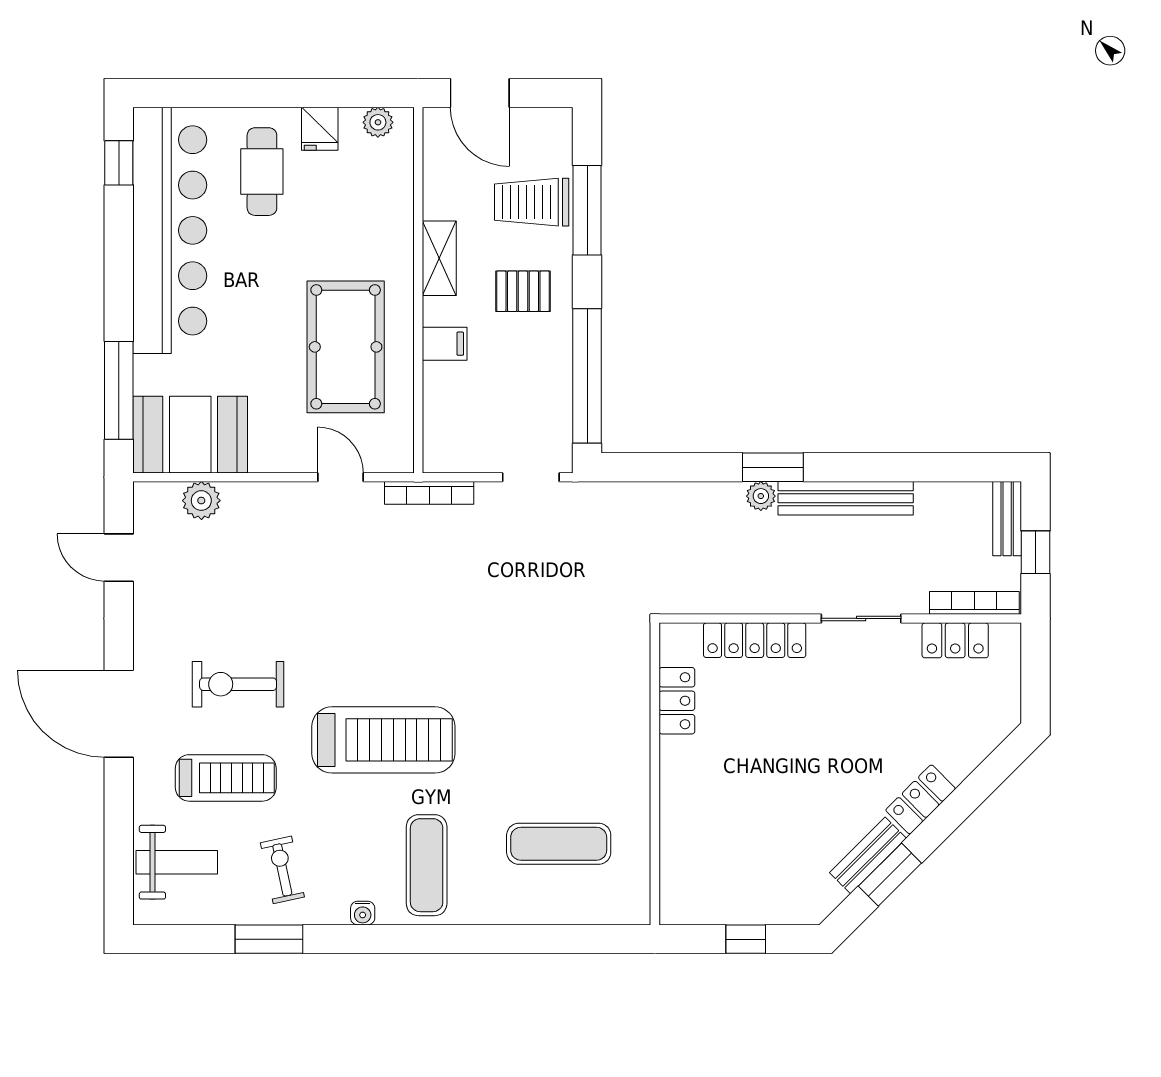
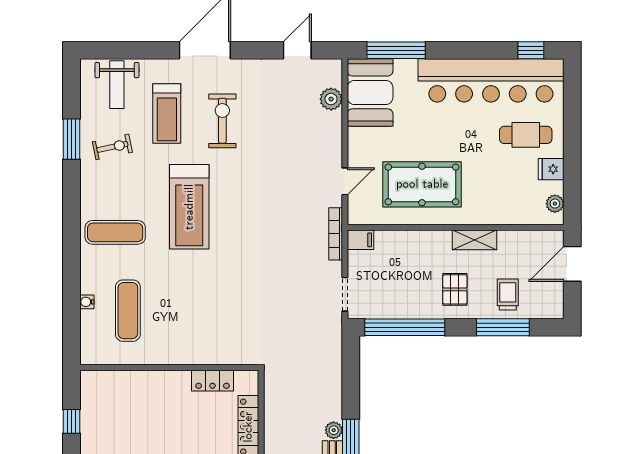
trolley: (532, 202) -> (508, 294), width x0.73, depth x0.72
filing cabinet: (445, 344) -> (360, 240), moved, turned -90
water cooler: (363, 913) -> (87, 302), moved

